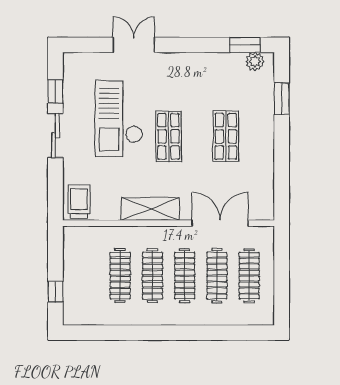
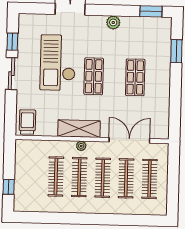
plant: (255, 62) -> (113, 22), moved
plant: (154, 233) -> (81, 146), added

